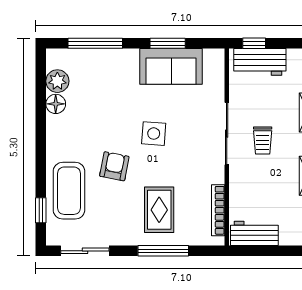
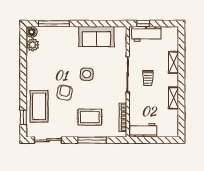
window: (168, 43) -> (95, 24), removed
floor lamp: (56, 104) -> (32, 32), moved
rug: (159, 210) -> (90, 117), turned 90

